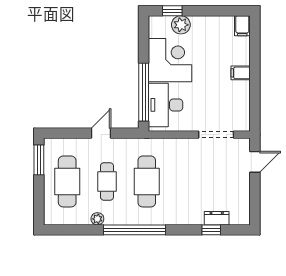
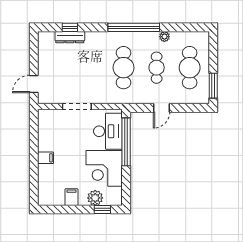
filing cabinet: (242, 26) -> (71, 197), moved
doorway: (216, 135) -> (77, 107), moved
dresser: (217, 218) -> (70, 37), width x1.44

